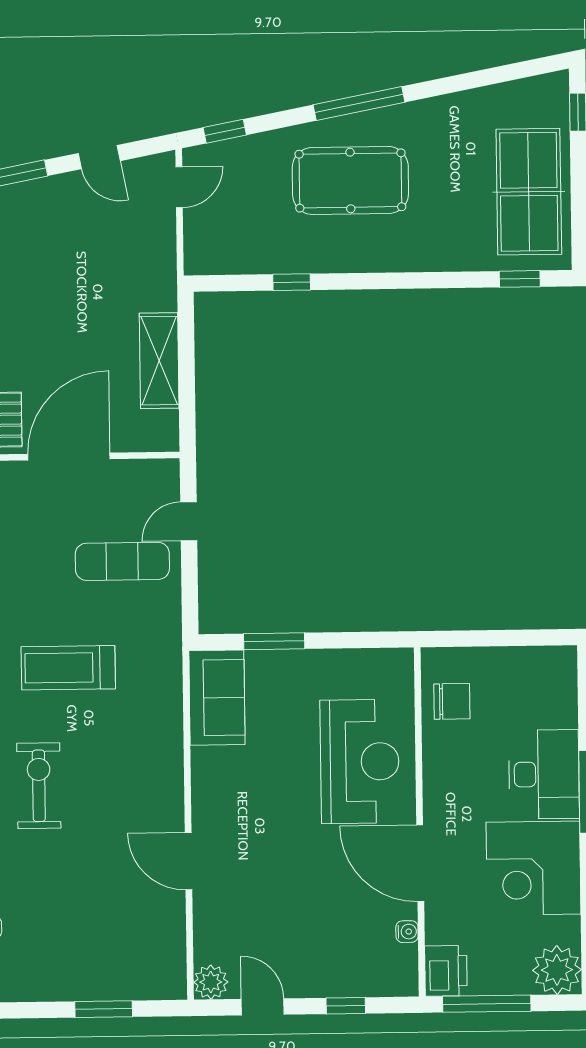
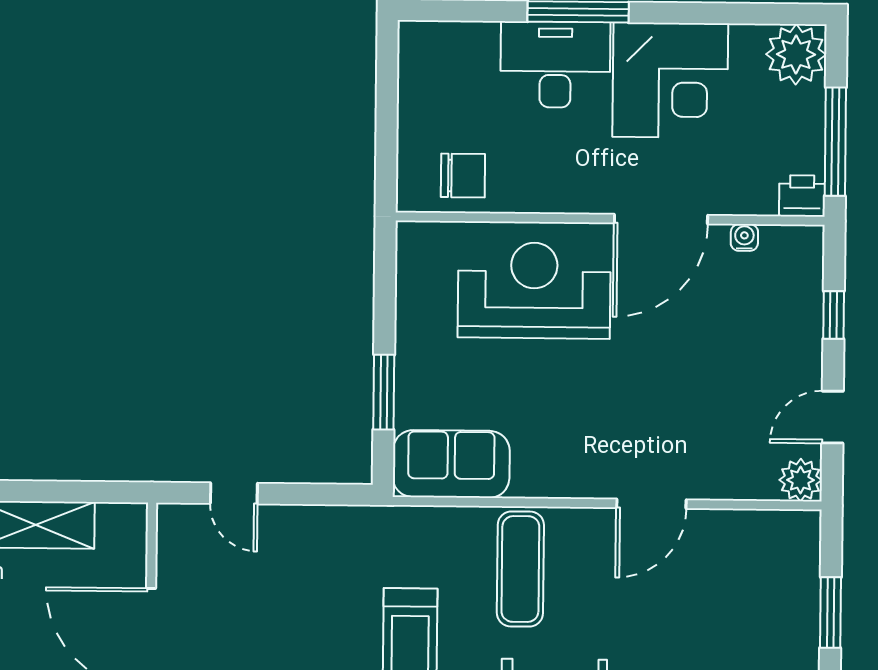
exercise mat: (122, 561) -> (520, 569), moved
chair: (452, 701) -> (463, 176), turned 90
printer: (446, 971) -> (802, 196), width x0.73, depth x0.81

